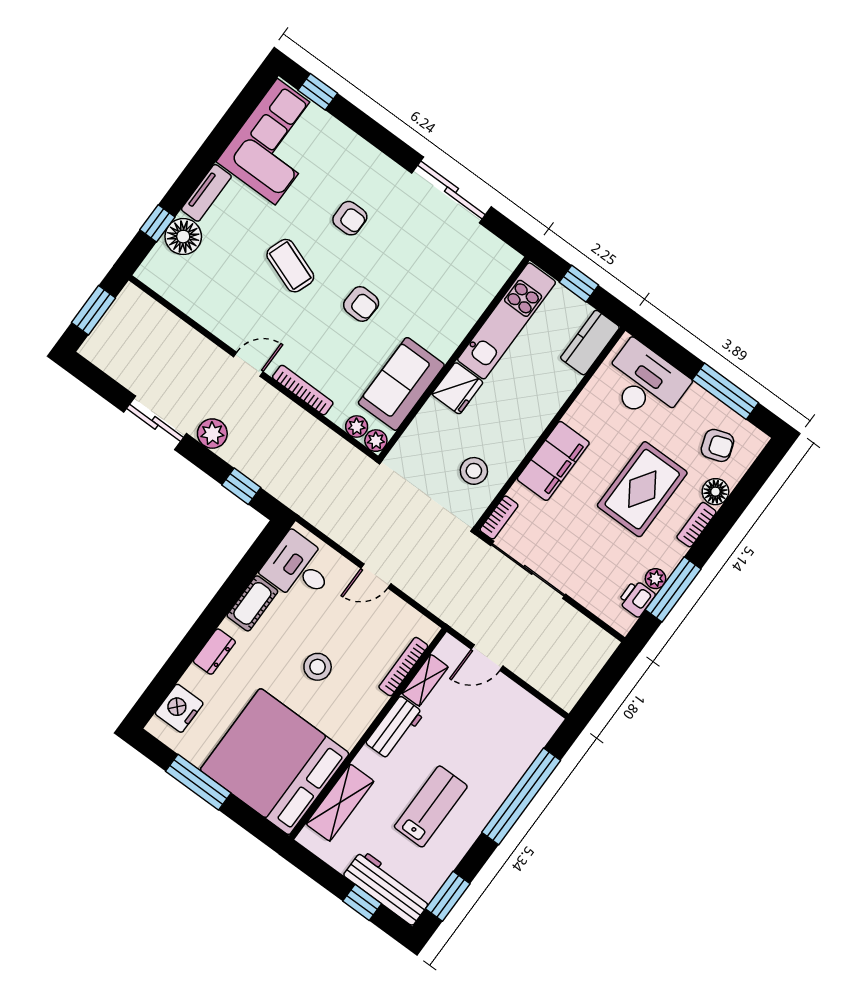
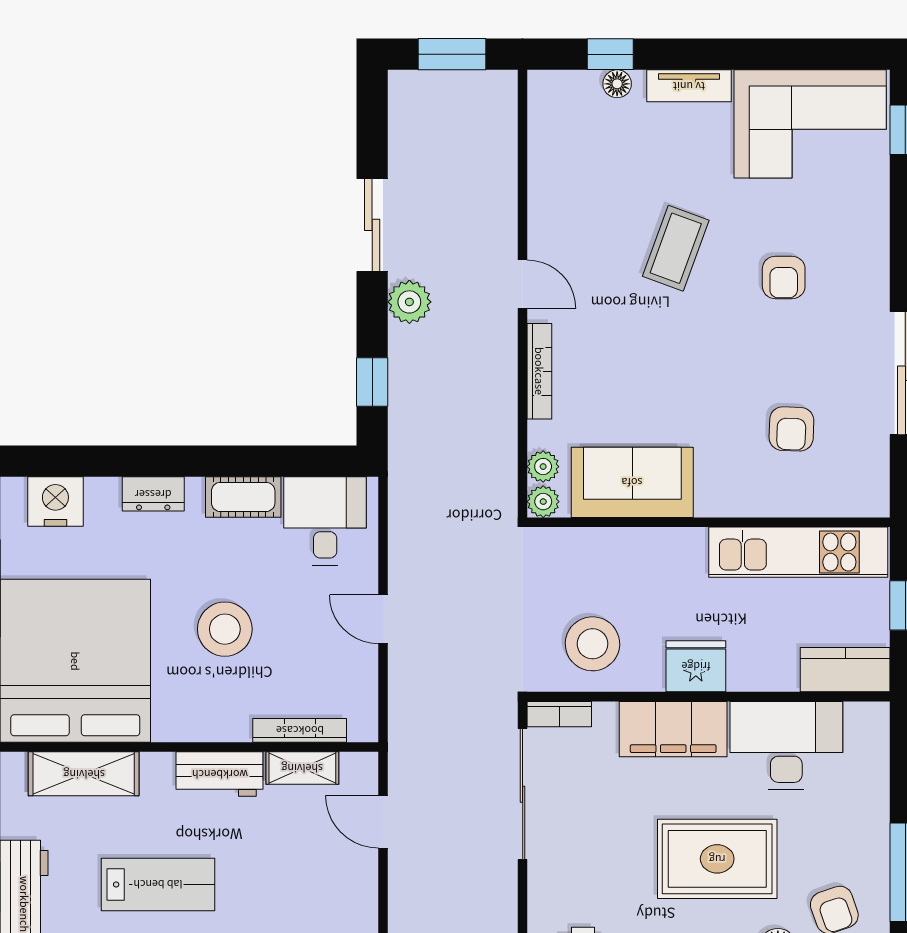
floor lamp: (183, 237) -> (617, 84), width x0.53, depth x0.53
armchair: (361, 304) -> (791, 429), moved
desk: (645, 382) -> (786, 745), moved, turned -90
fridge: (457, 388) -> (696, 666), moved, turned 180
stool: (474, 471) -> (592, 644), width x1.38, depth x1.38
stool: (318, 667) -> (225, 629), width x1.38, depth x1.38

